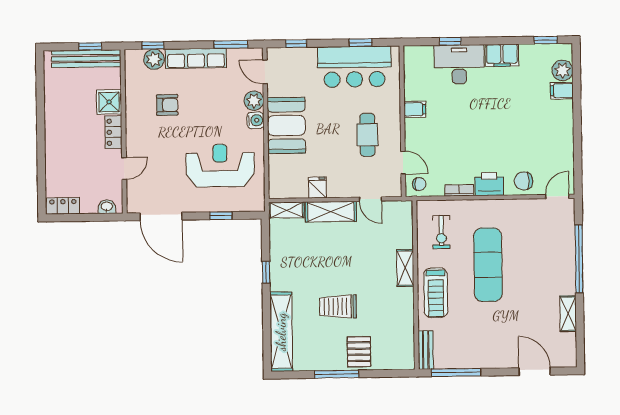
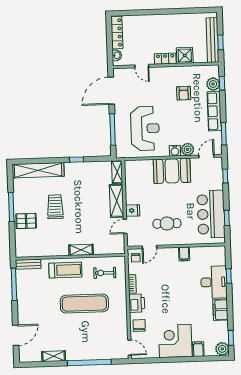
plant: (562, 70) -> (222, 349), moved
corner desk: (548, 126) -> (175, 341), added
fridge: (318, 188) -> (133, 210), moved
locker: (63, 206) -> (117, 33), width x1.53
window: (221, 216) -> (113, 130), width x2.17
treadmill: (436, 293) -> (65, 270), turned 180

